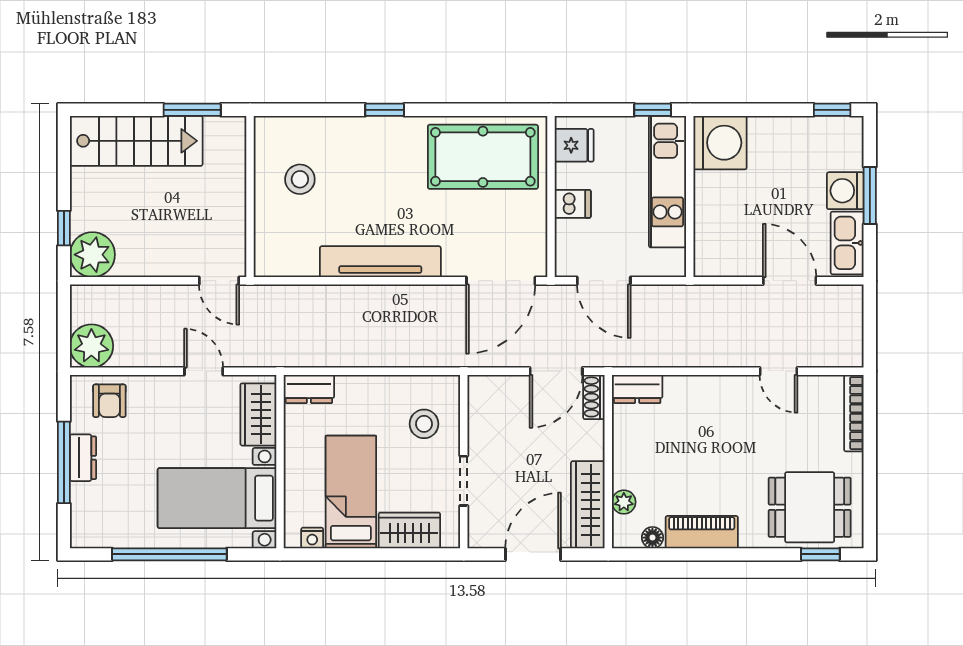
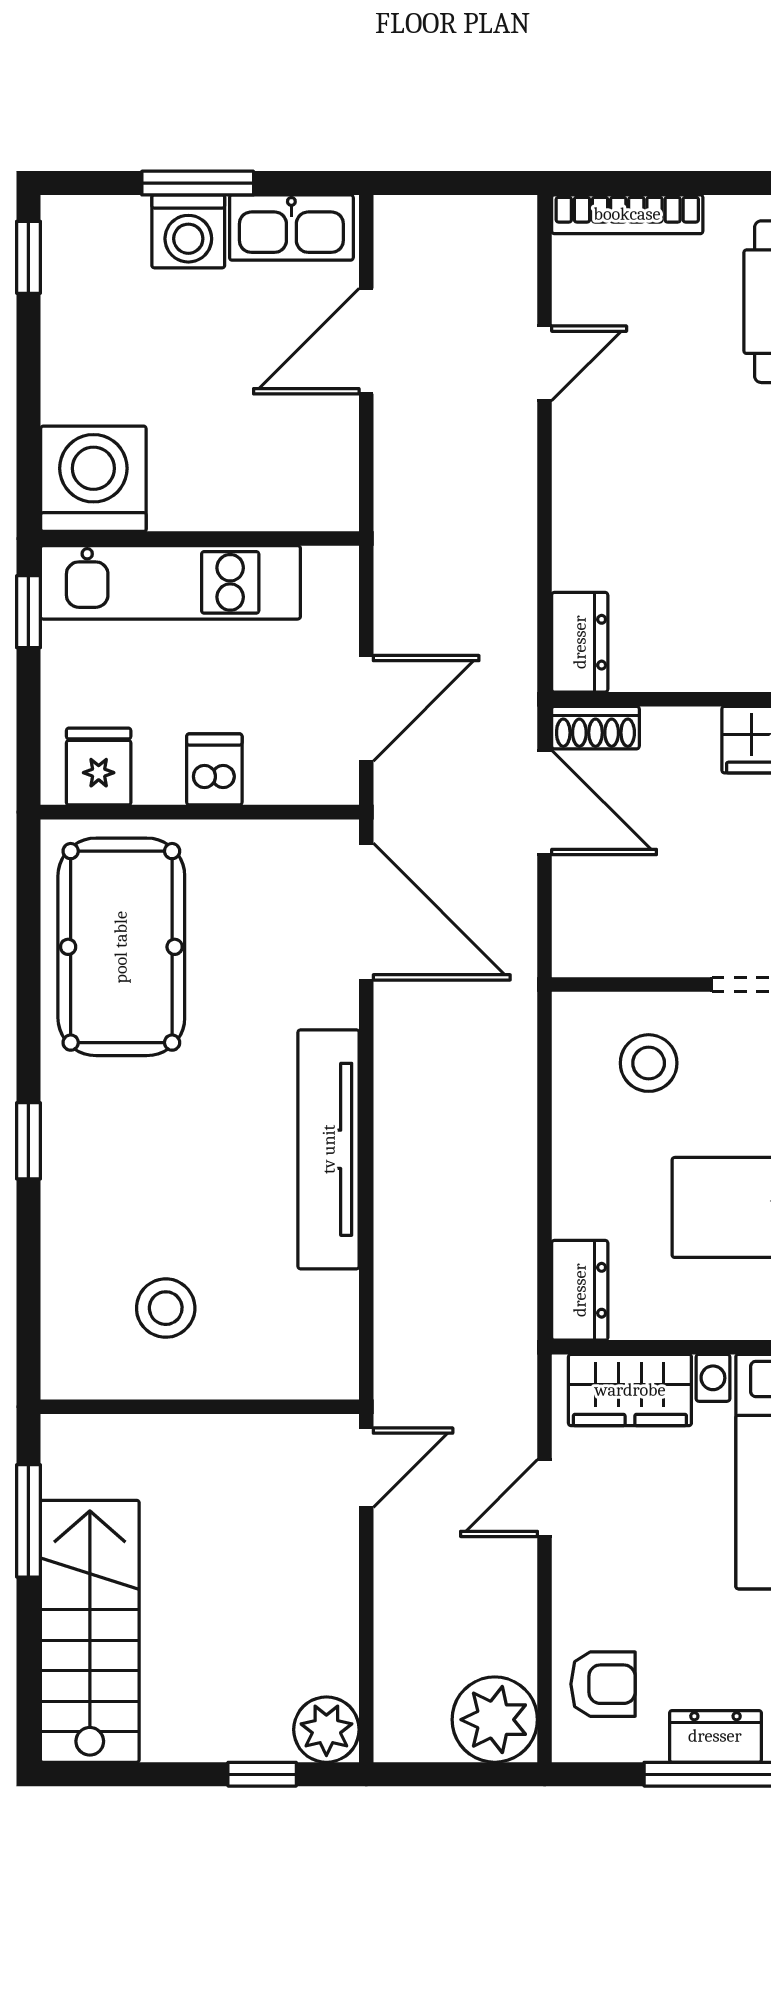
plant: (92, 255) -> (326, 1730), width x0.73, depth x0.73

